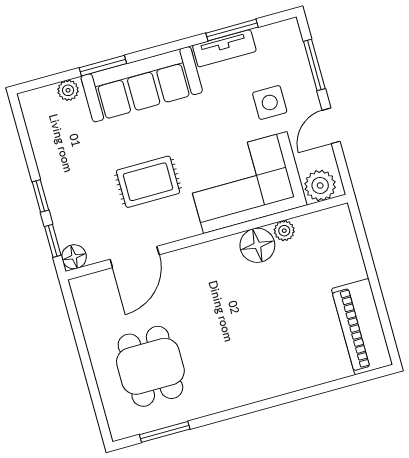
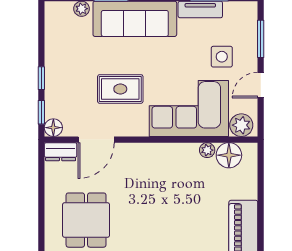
floor lamp: (257, 245) -> (229, 155), moved
dresser: (92, 286) -> (61, 152), added

